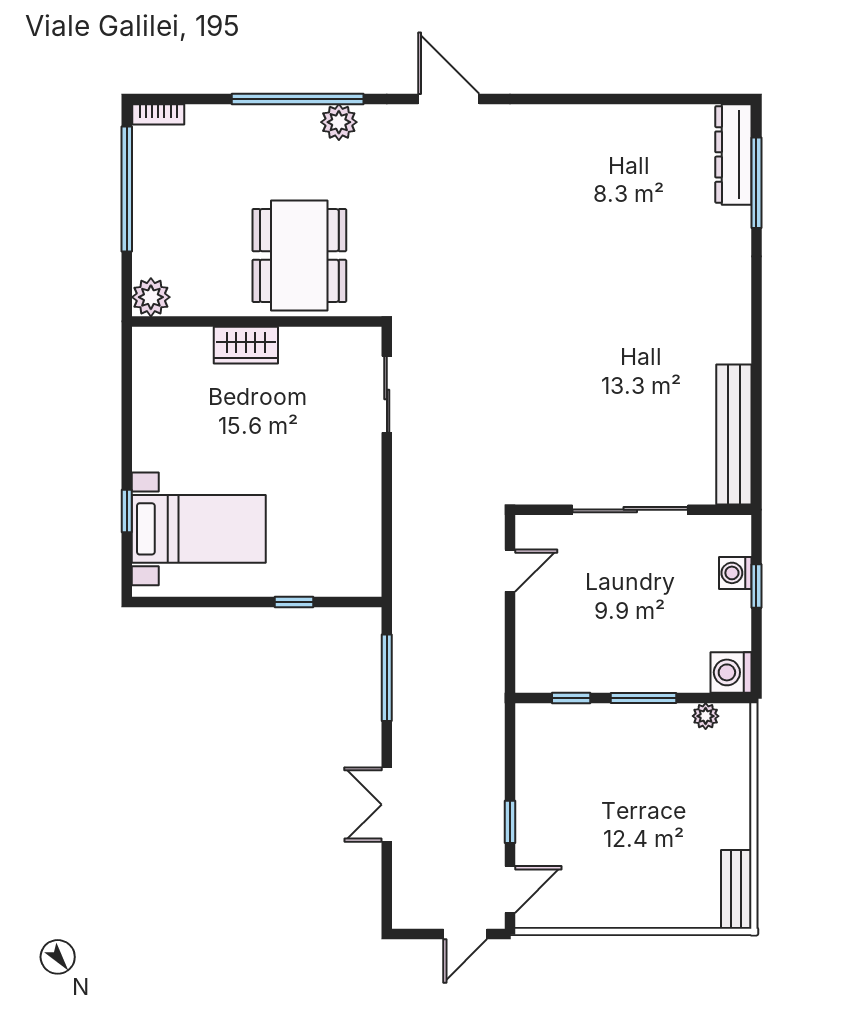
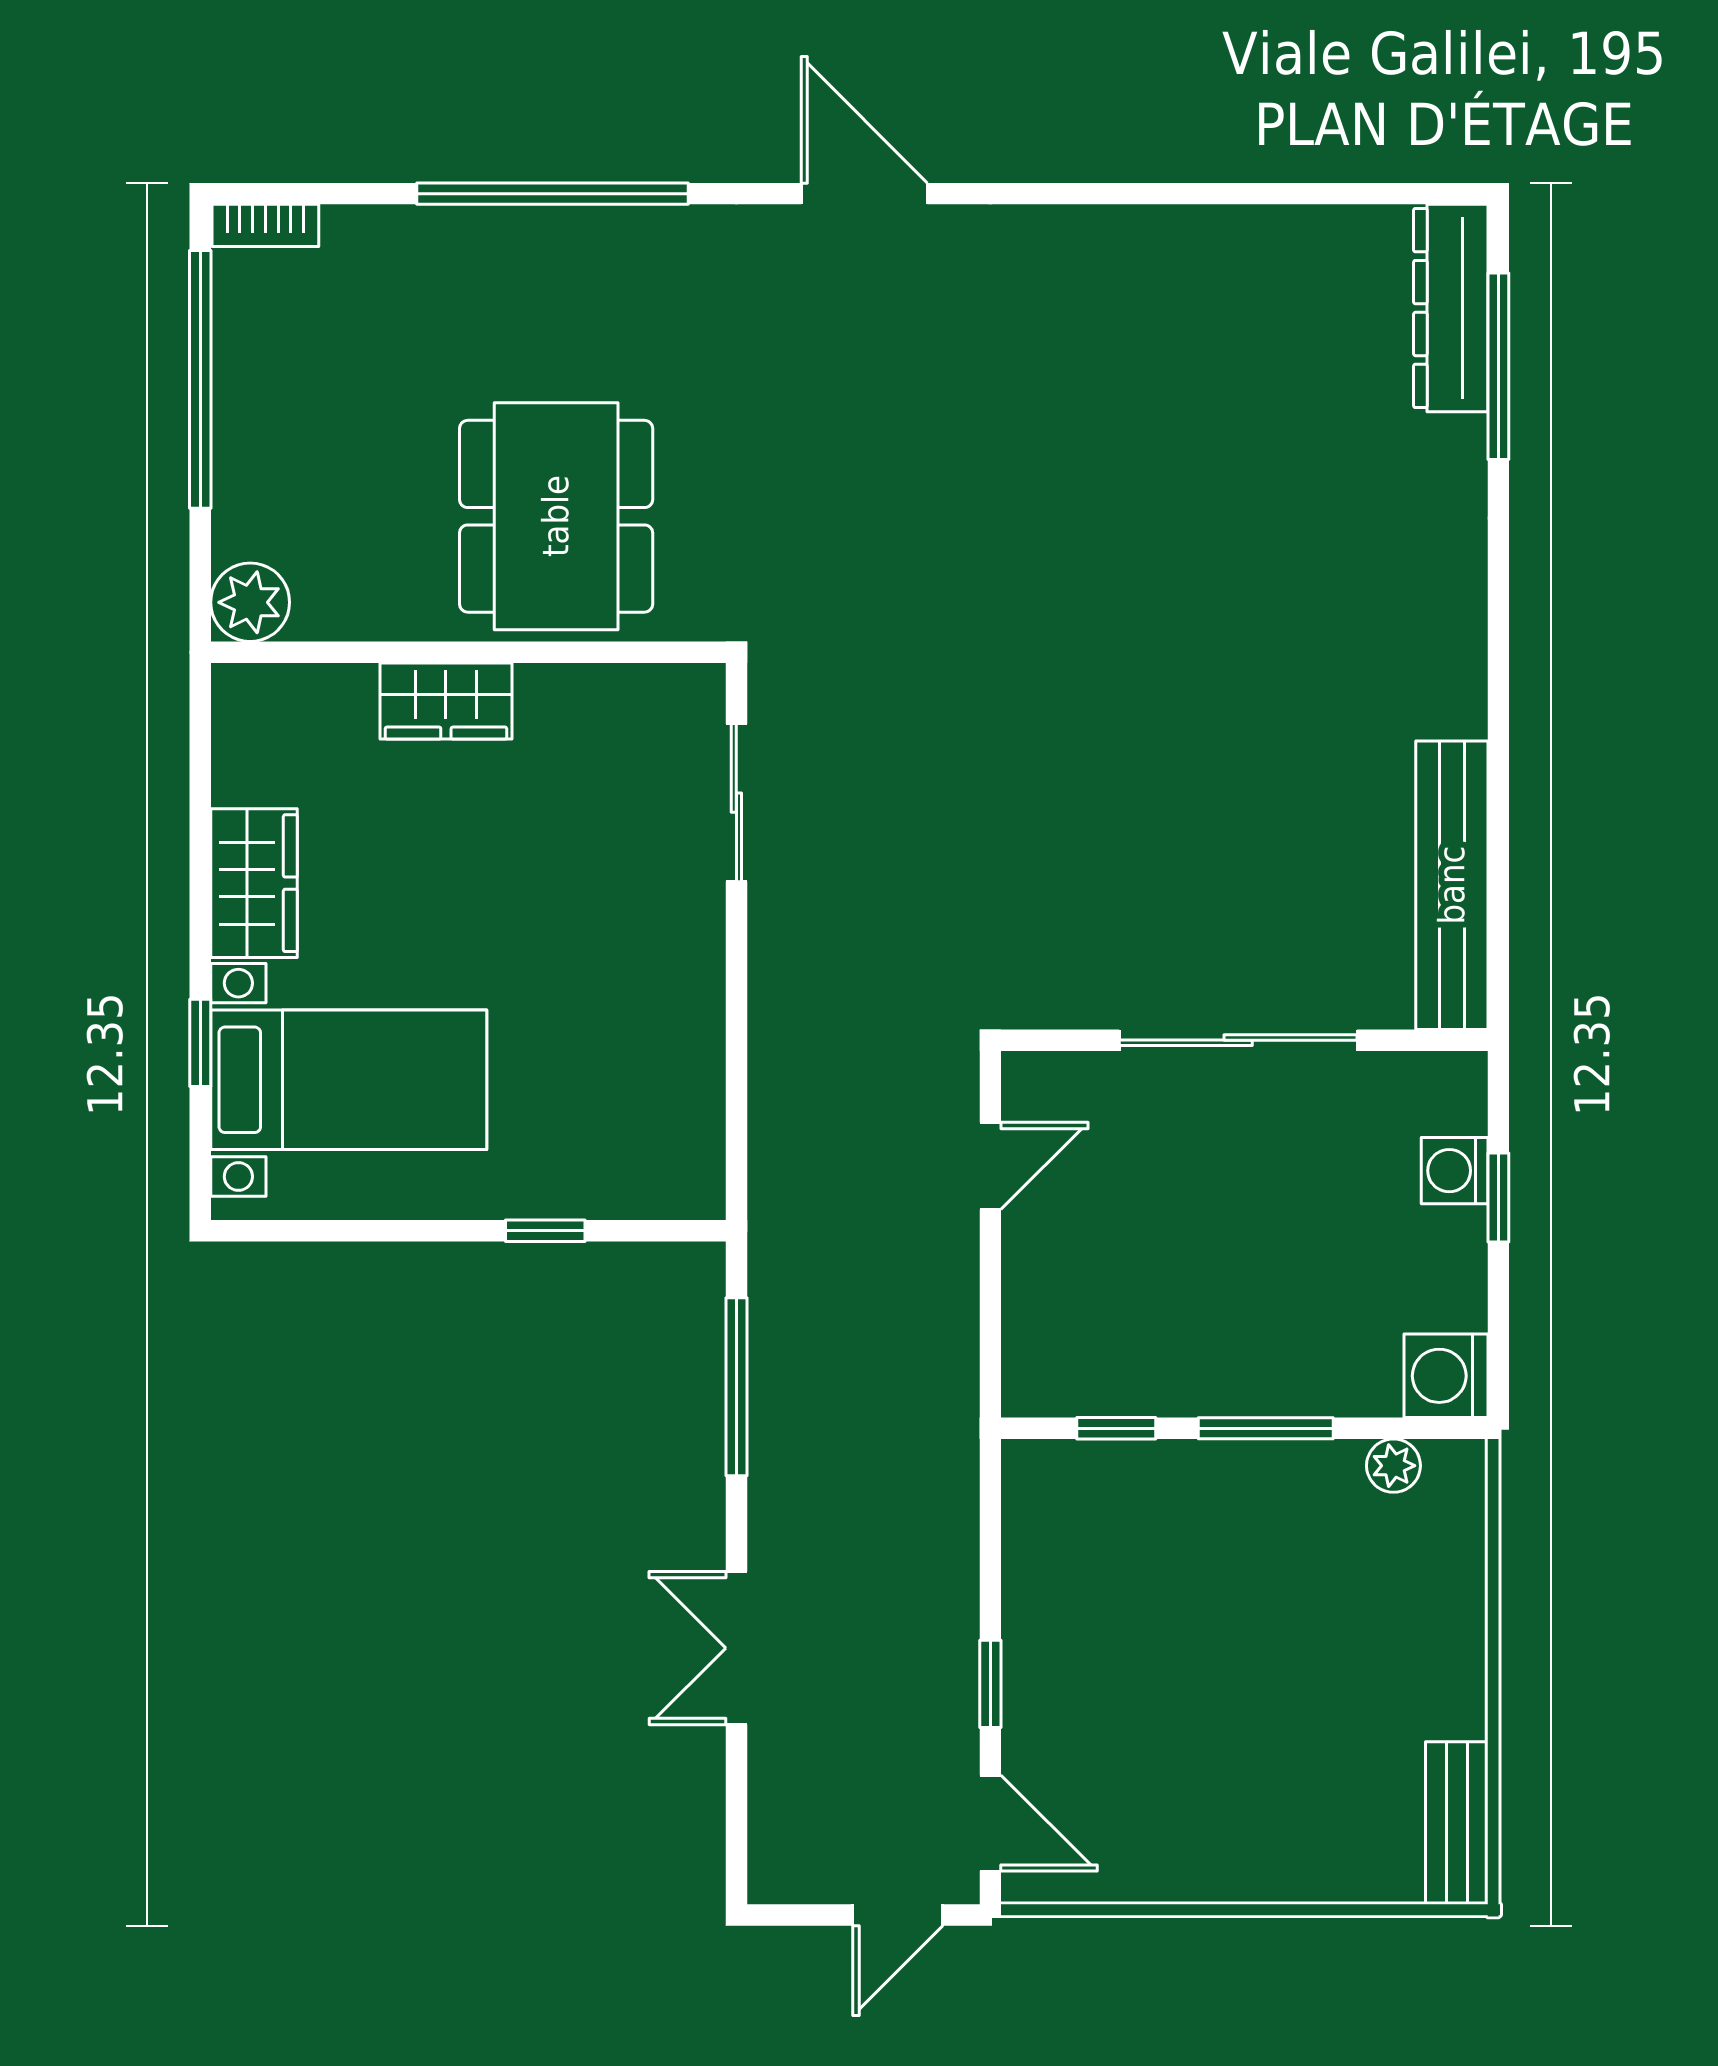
plant: (339, 122) -> (638, 241), removed
wardrobe: (153, 433) -> (254, 883), added
door: (510, 890) -> (990, 1823), hinge flipped

